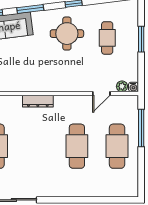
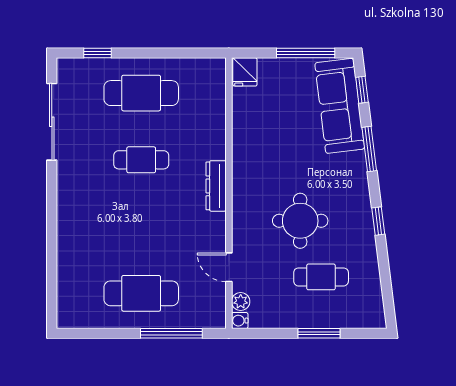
round table: (67, 34) -> (300, 221), moved
dresser: (38, 101) -> (216, 186), moved
cafe table: (77, 146) -> (141, 160), moved, width x0.73, depth x0.74

